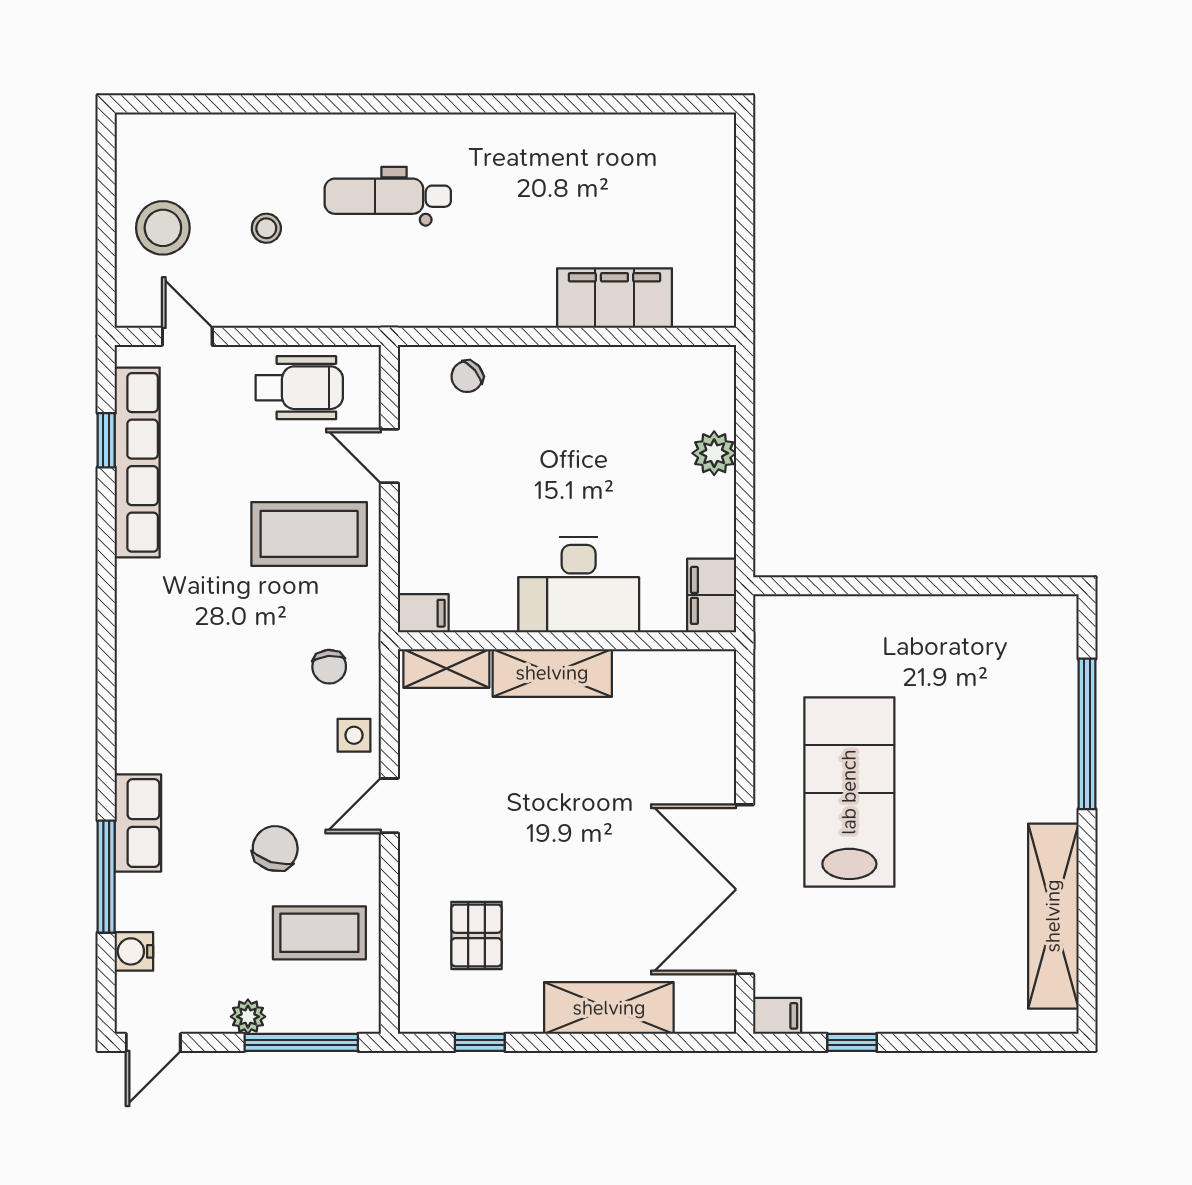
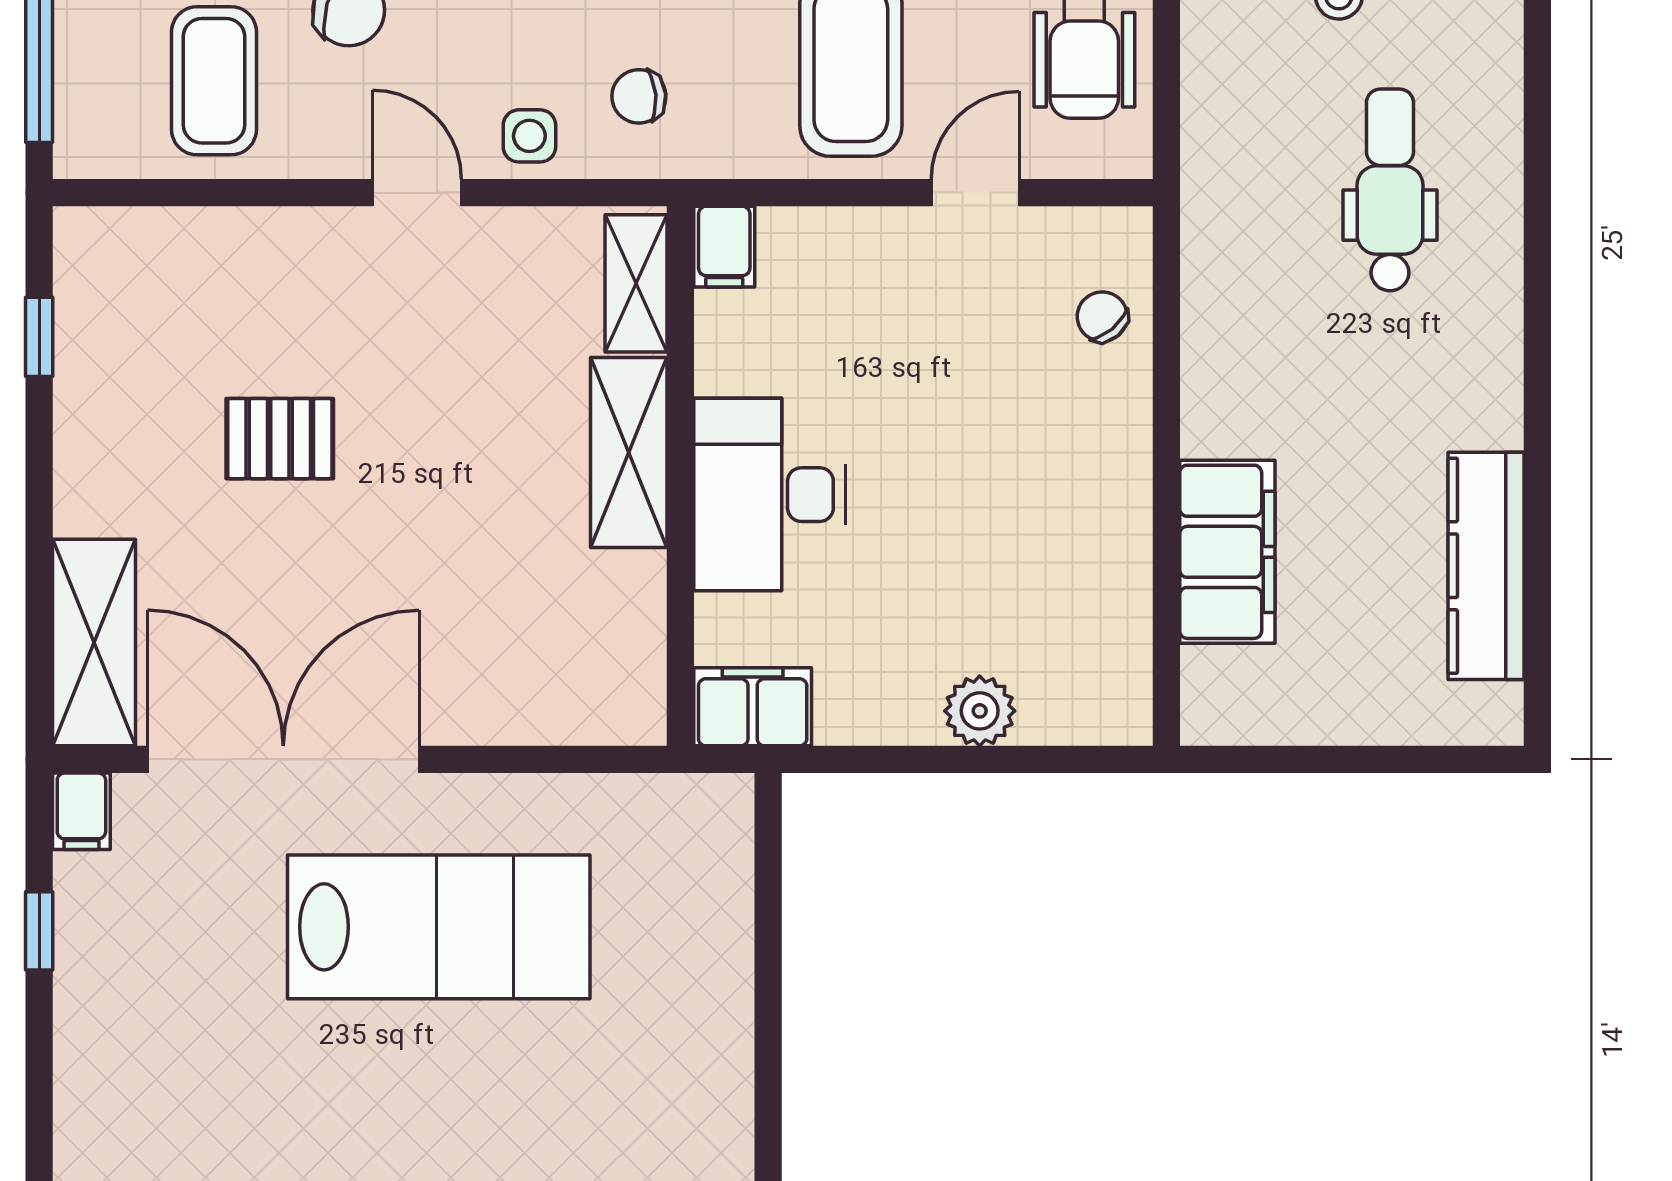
kitchen counter: (623, 136) -> (1486, 566), added
pallet: (476, 935) -> (280, 439), moved
shelving: (609, 1008) -> (94, 643), moved

